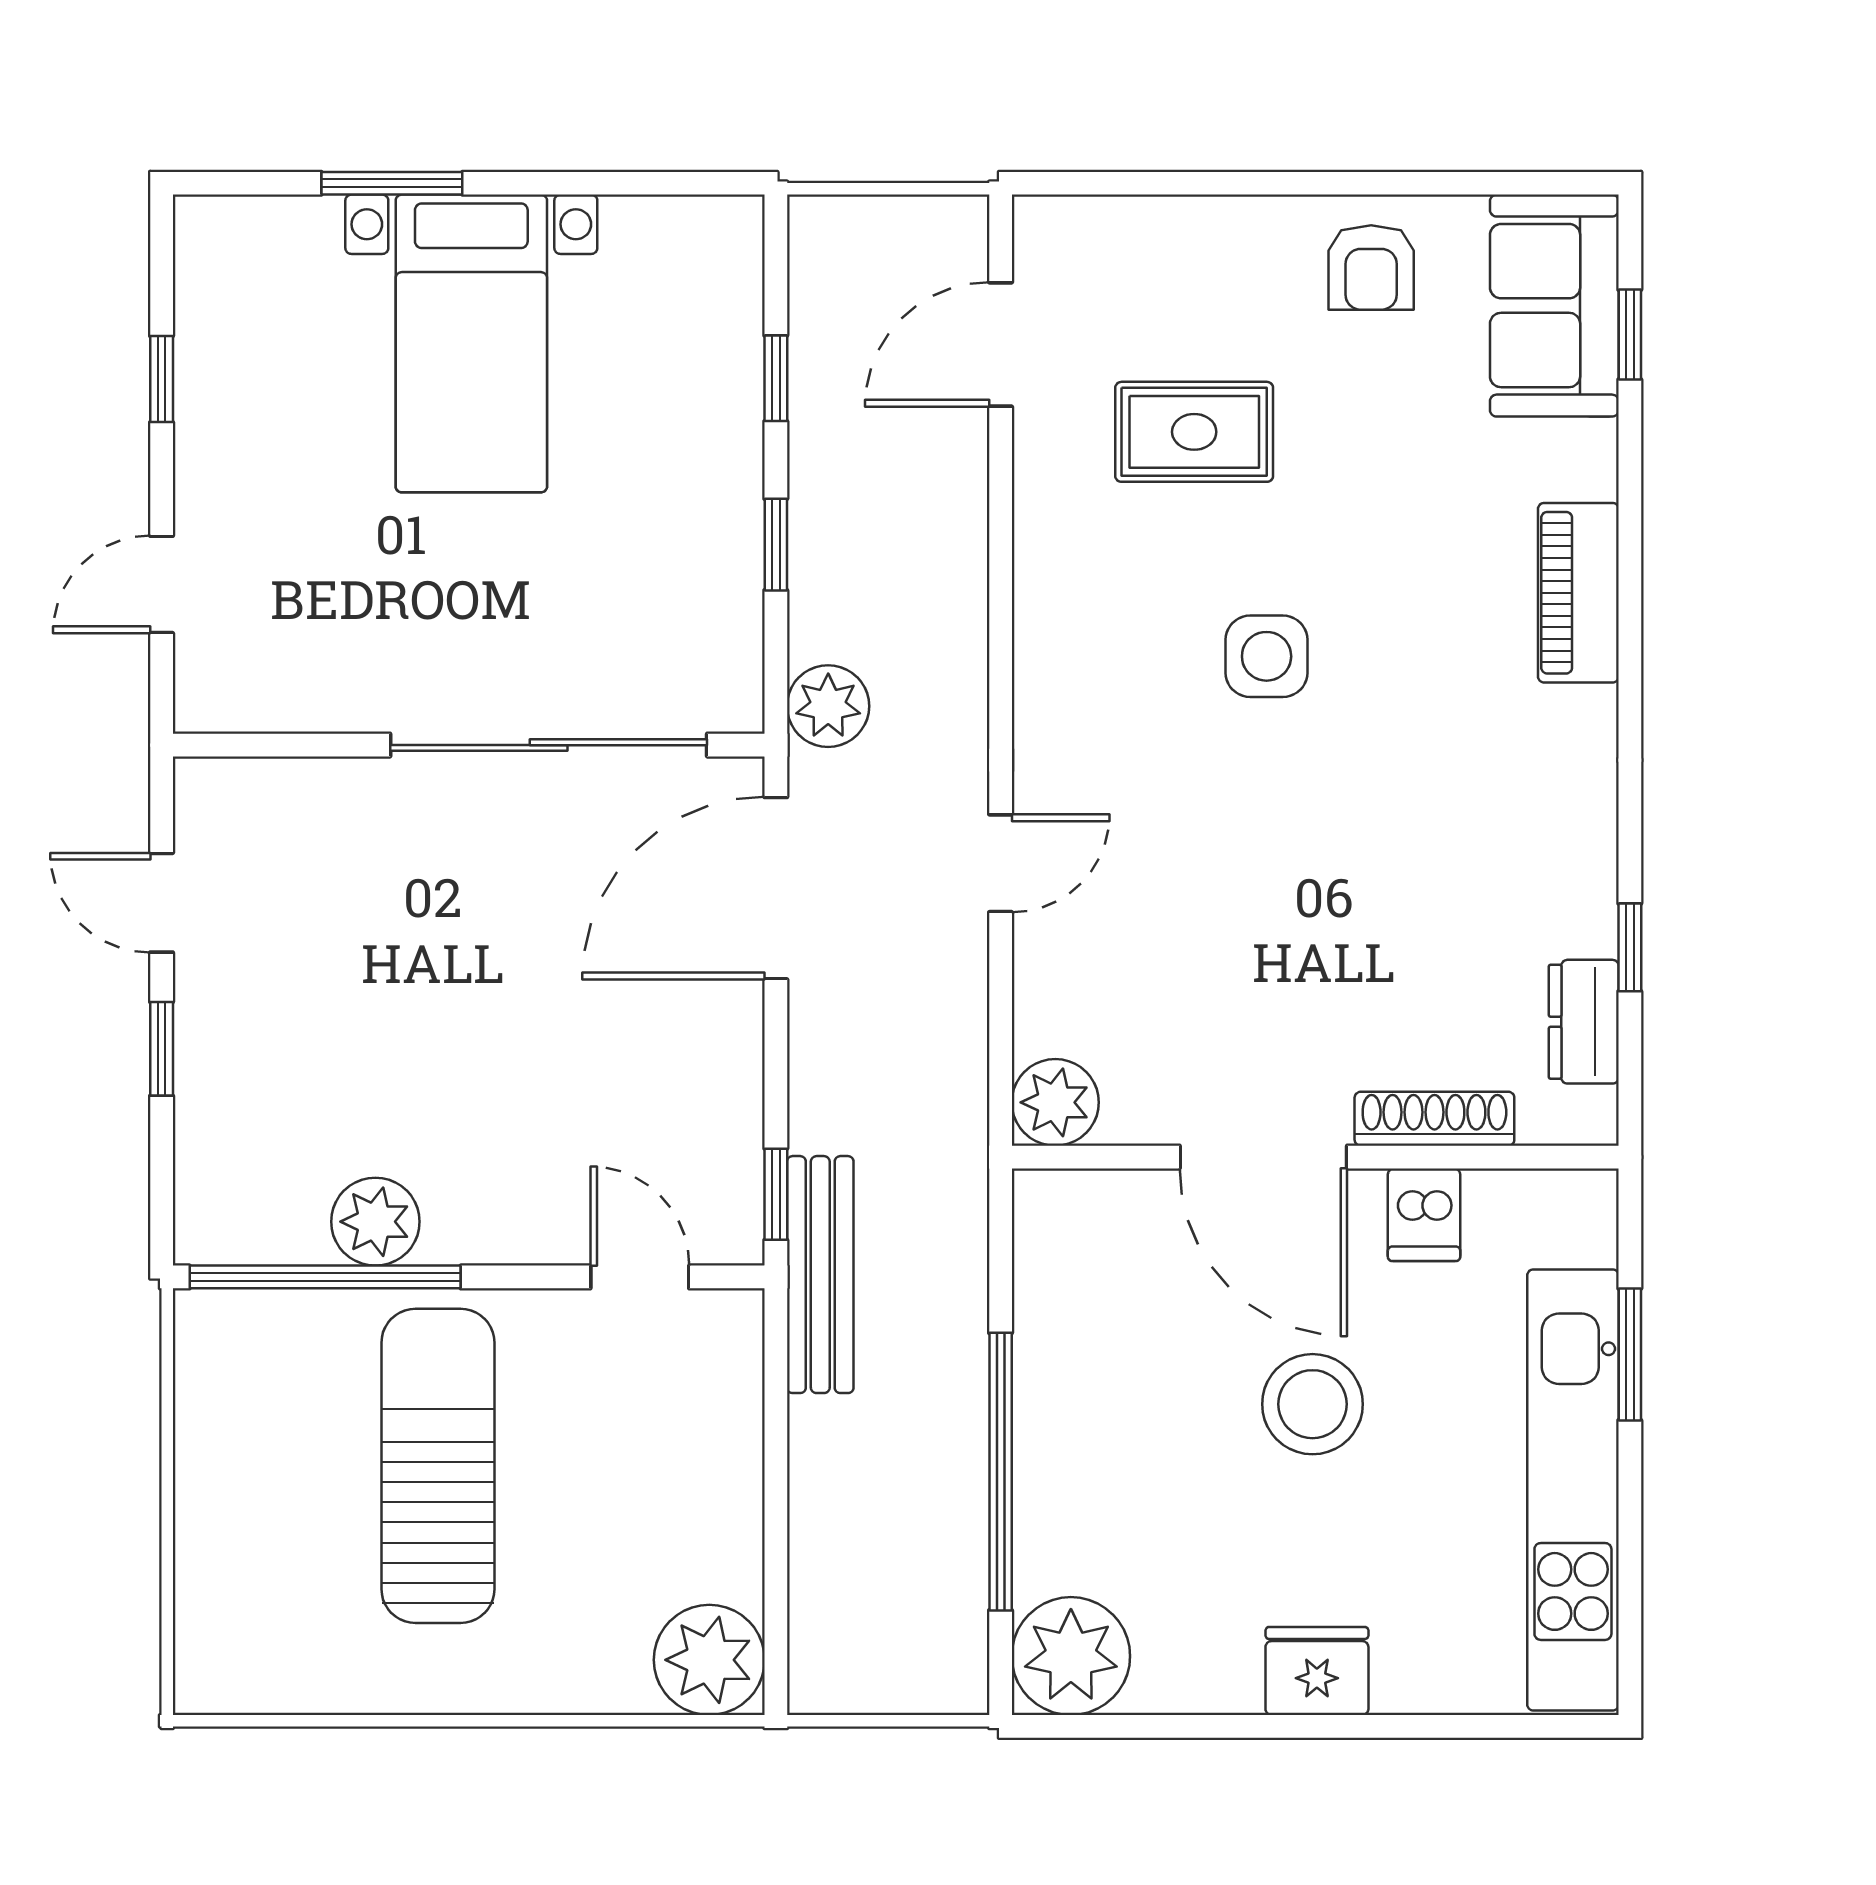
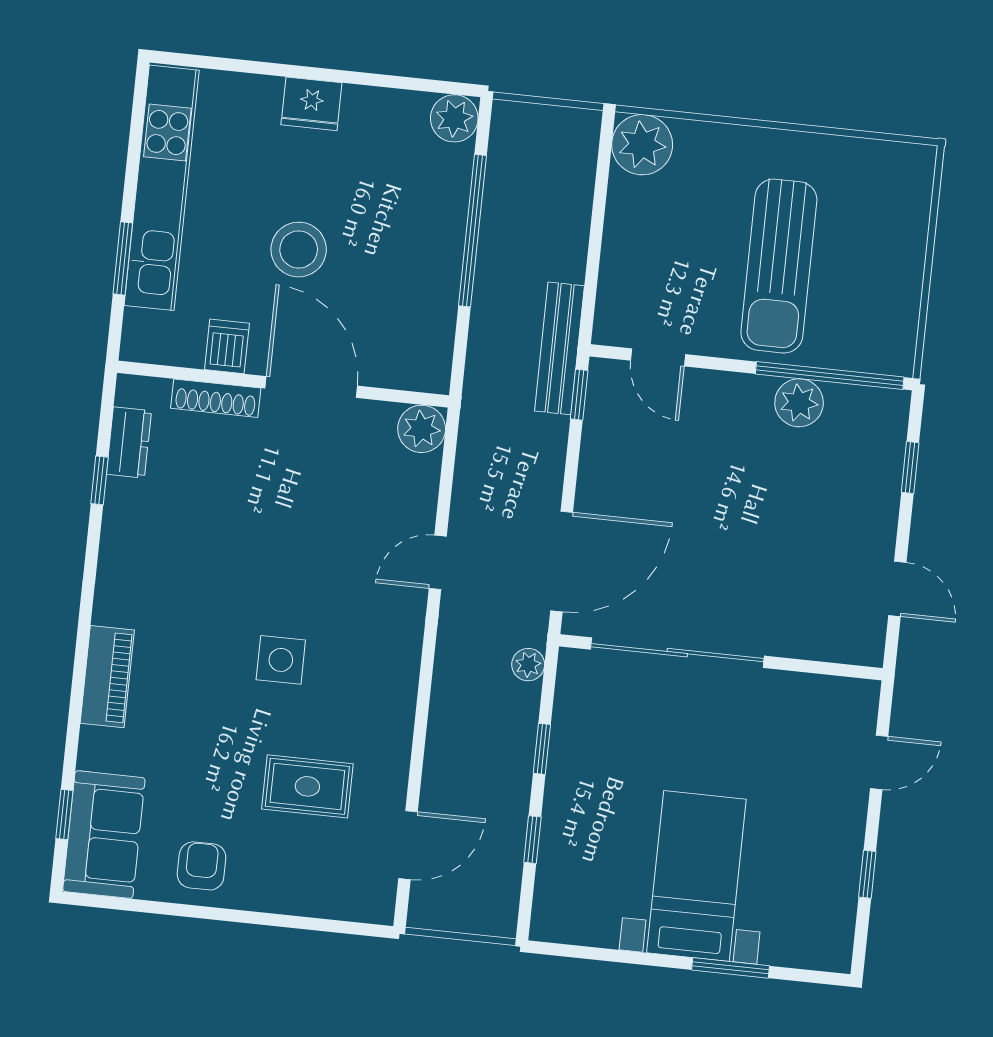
plant: (828, 706) -> (528, 665), width x0.73, depth x0.73
window: (162, 1049) -> (910, 468), moved
plant: (1071, 1656) -> (454, 118), width x0.73, depth x0.73

